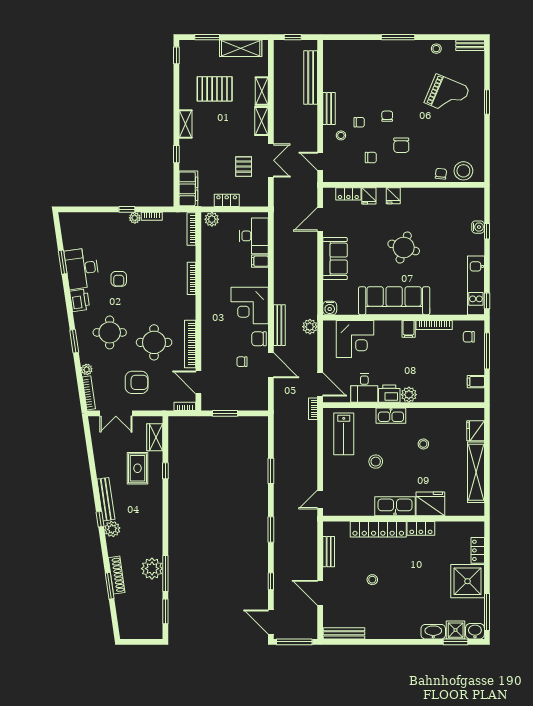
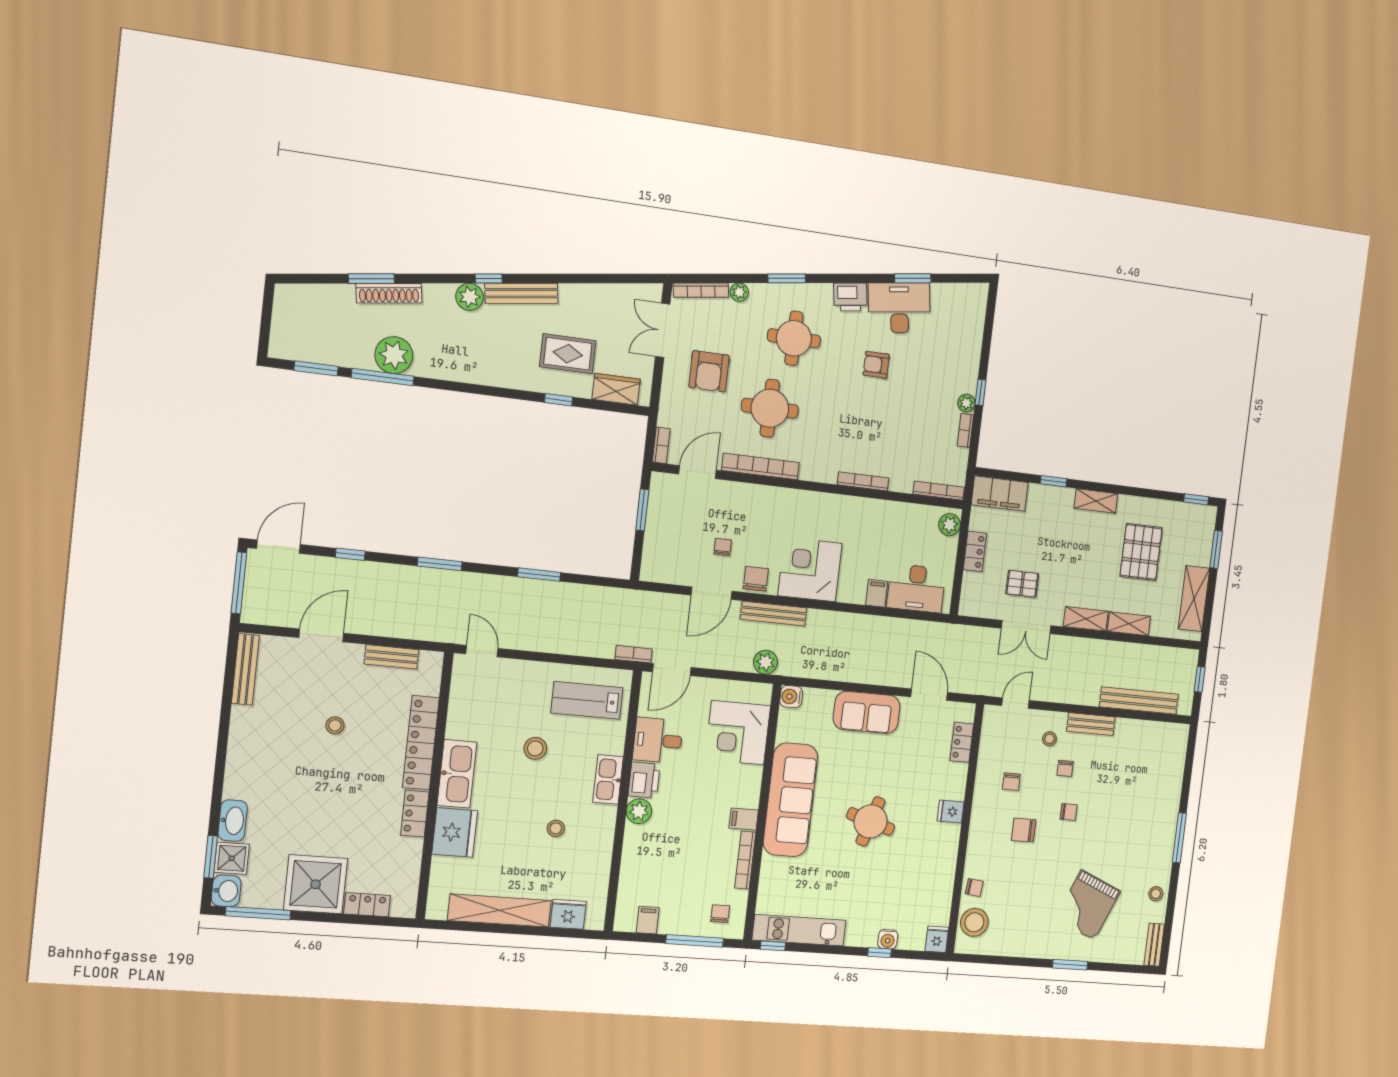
fridge: (369, 196) -> (937, 939), moved, turned 90

